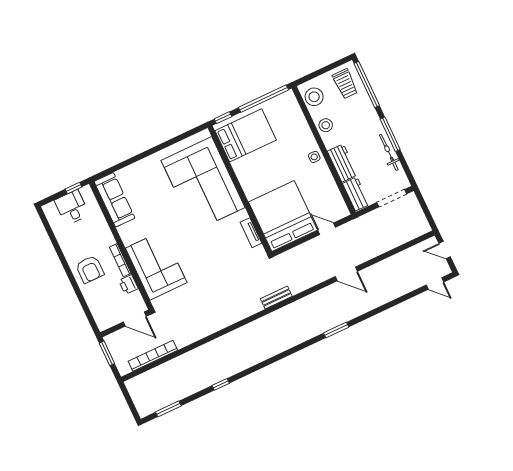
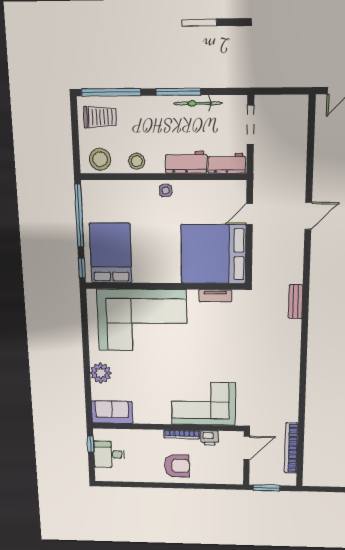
plant: (142, 170) -> (101, 373), added
sofa: (114, 200) -> (112, 412), width x0.73

